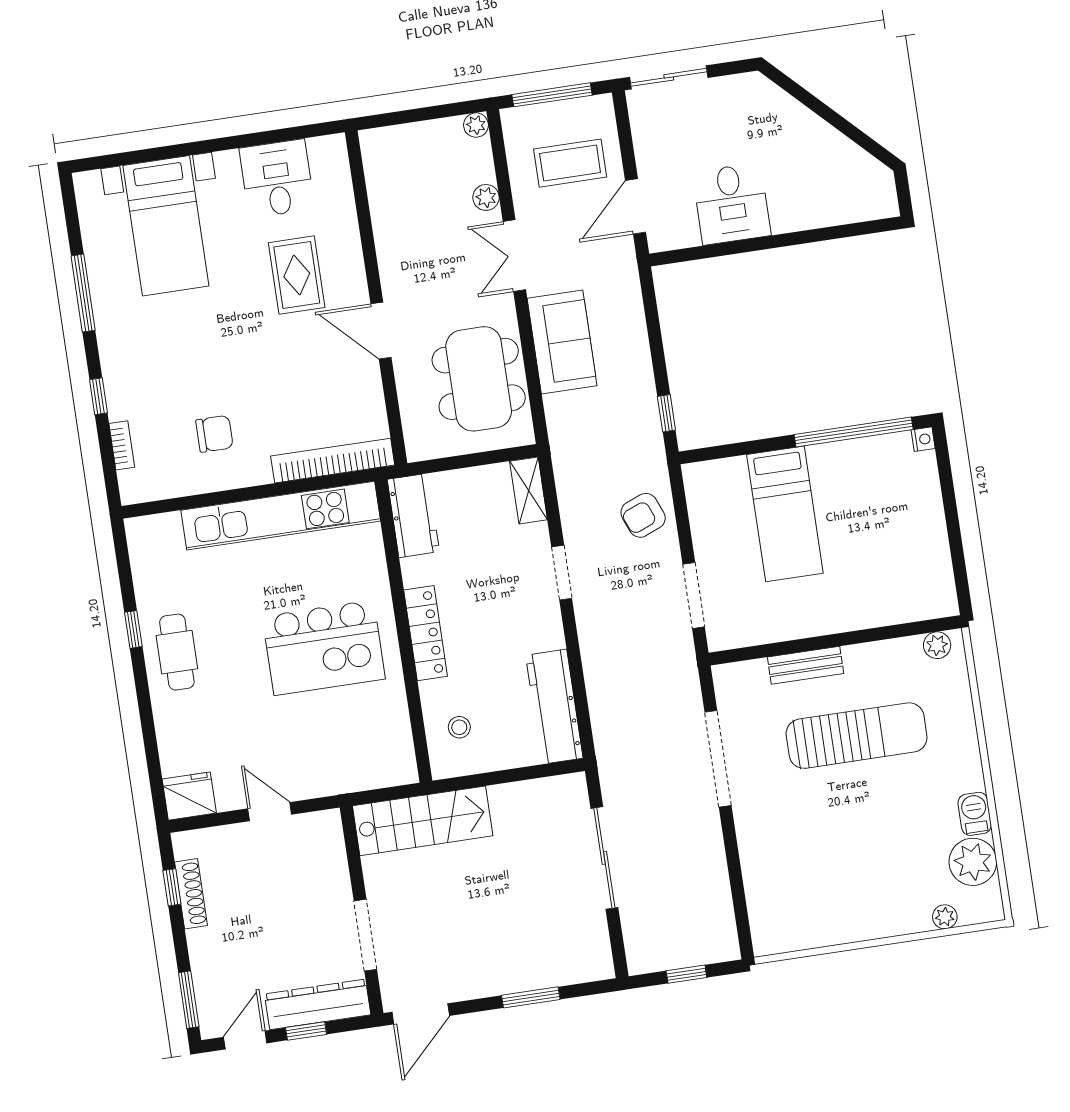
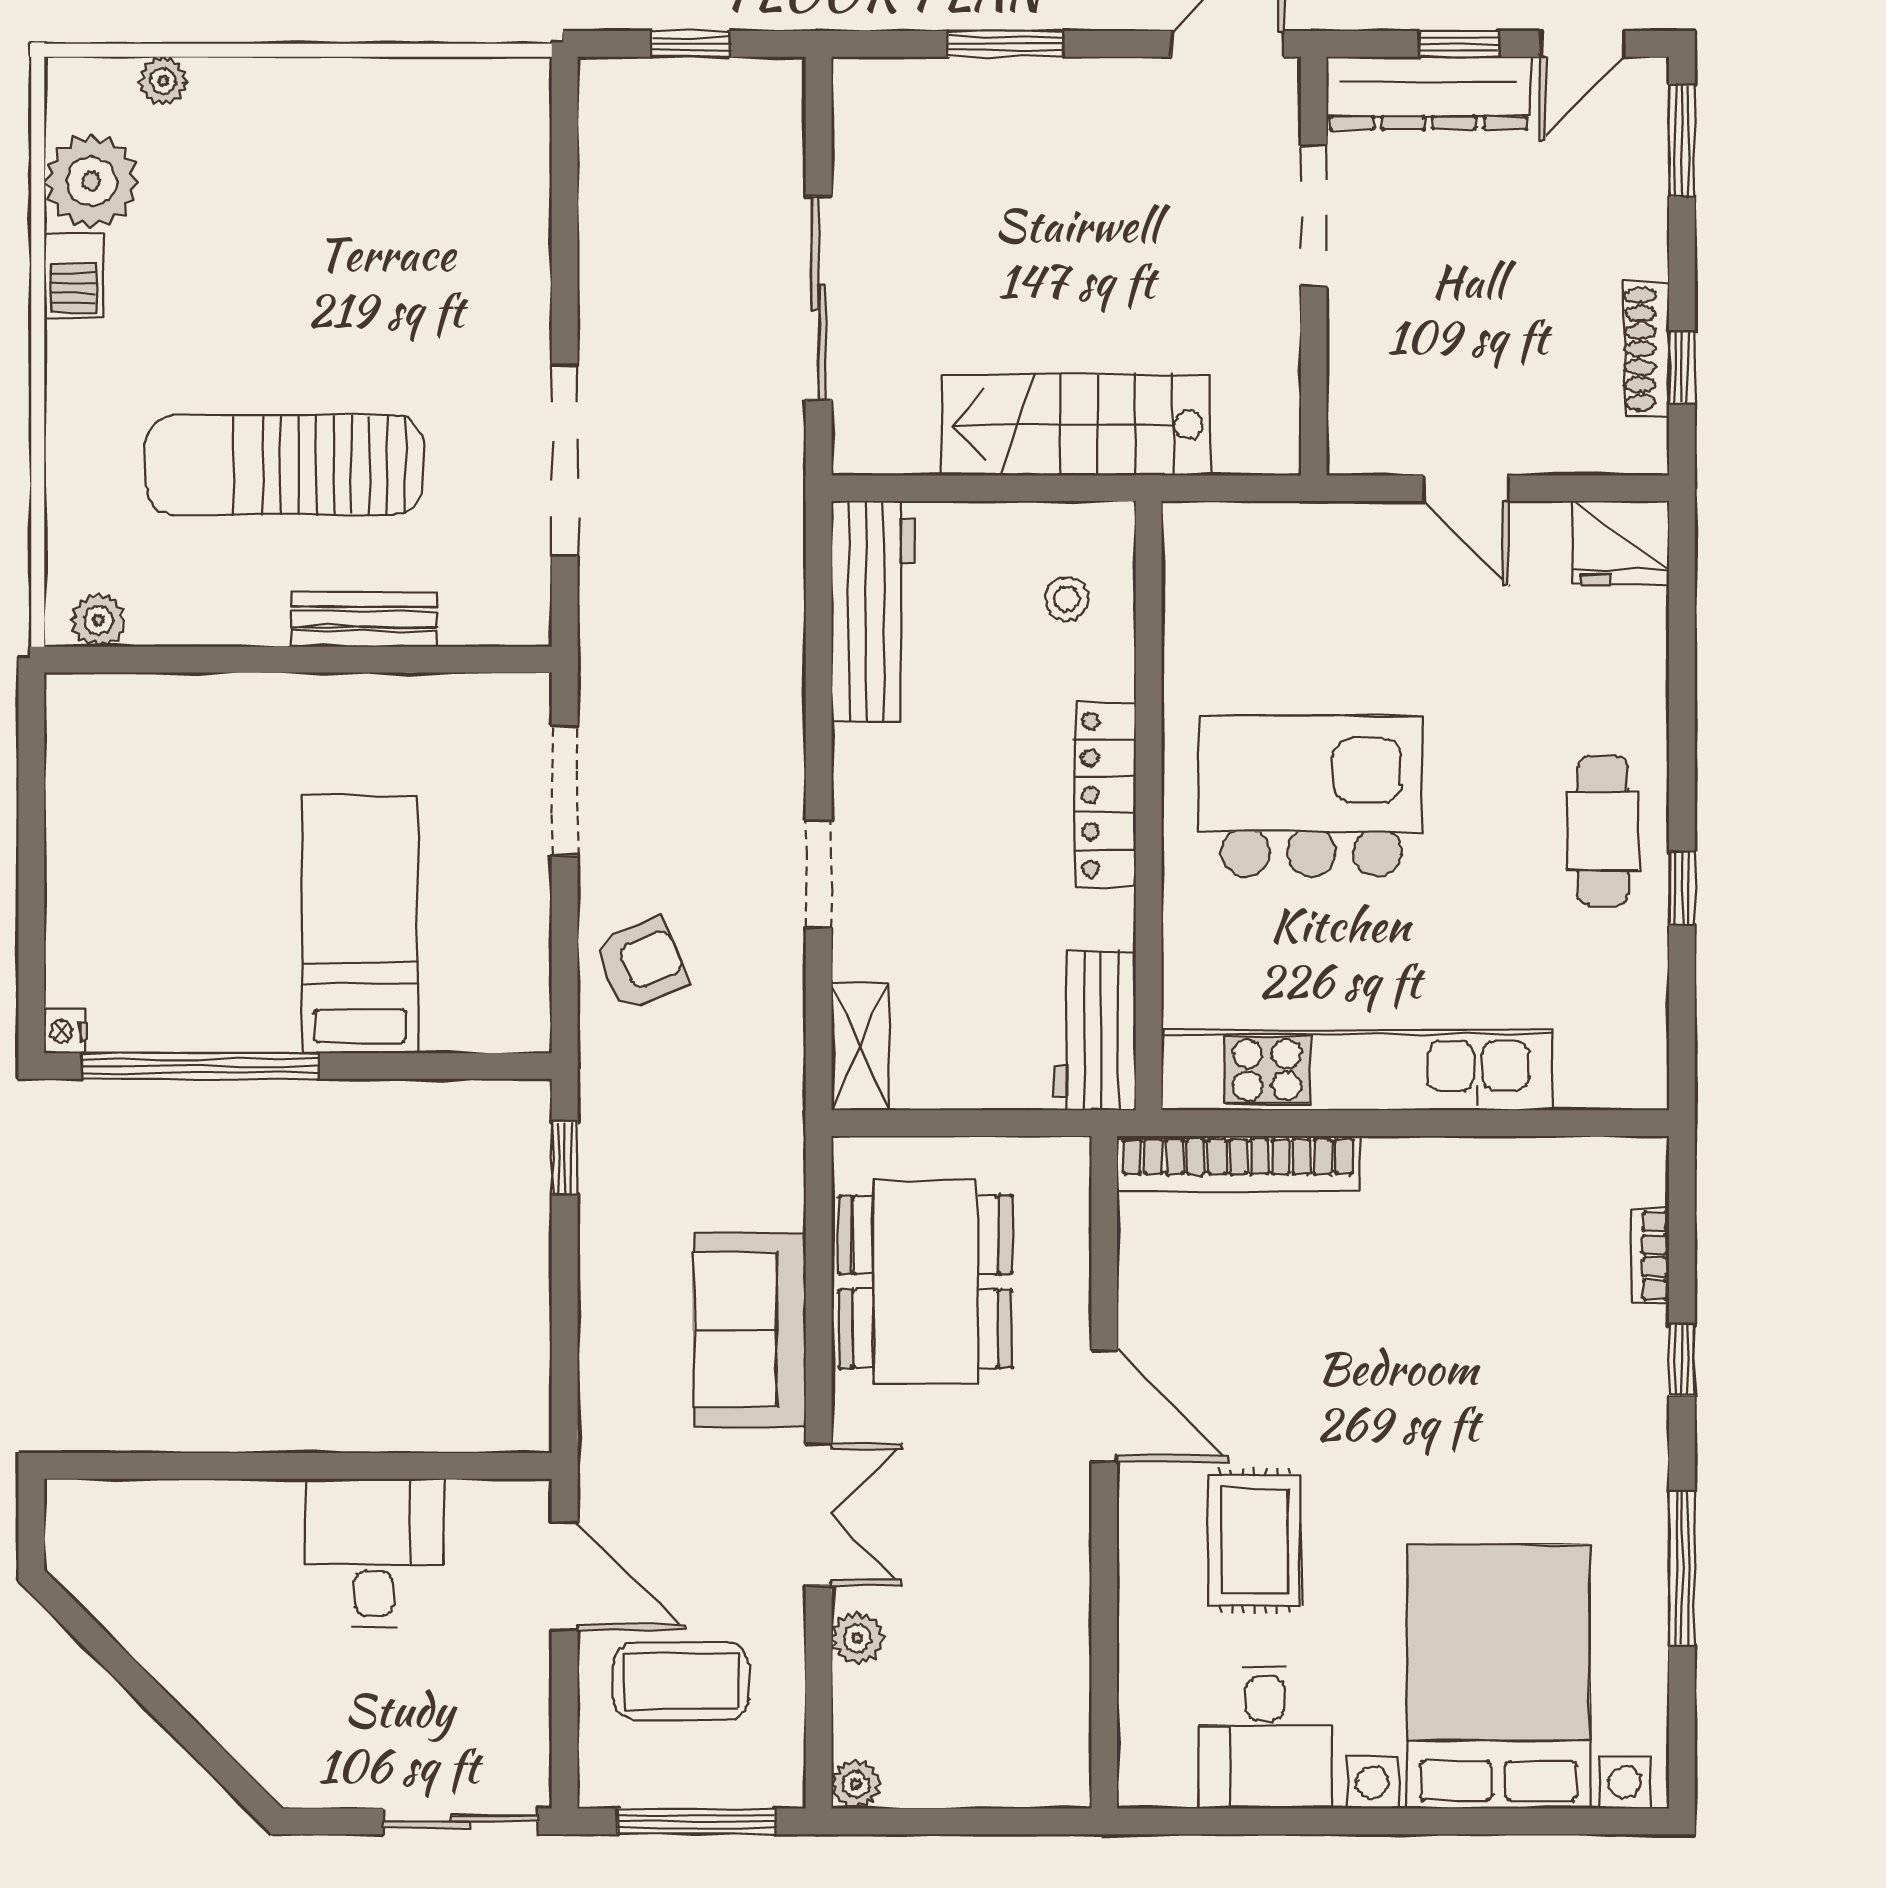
door: (635, 206) -> (565, 1576), hinge flipped
bed with nightstands: (166, 226) -> (1498, 1677), width x1.36
chair: (214, 434) -> (1464, 1251), removed
stairs: (423, 821) -> (1076, 425), moved

